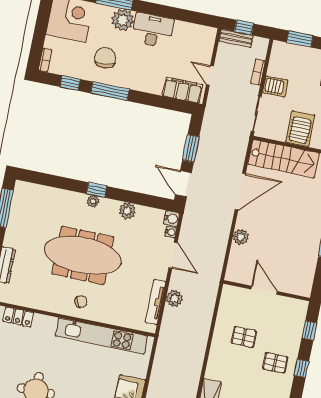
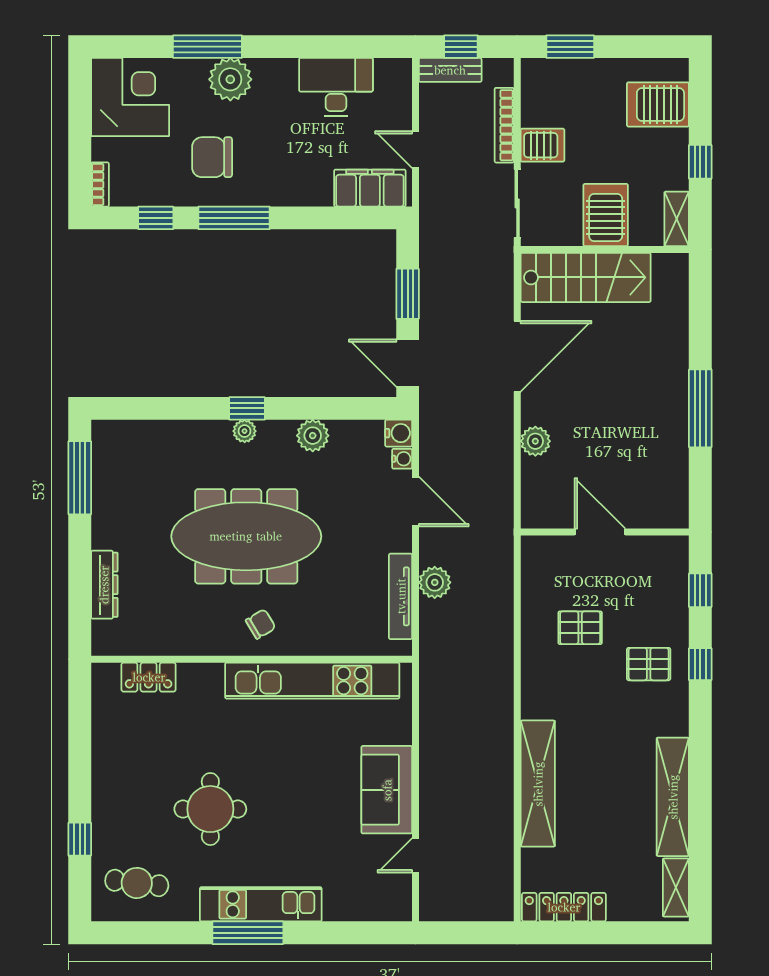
desk: (153, 30) -> (336, 87), moved
chair: (105, 58) -> (212, 157), turned -82
bookcase: (258, 72) -> (504, 125), width x1.56

